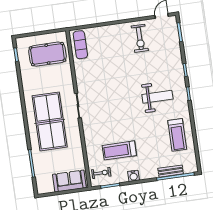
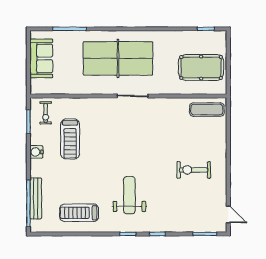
exercise bike: (140, 38) -> (194, 170), moved
pool table: (47, 54) -> (201, 68), turned 90
weight bench: (157, 97) -> (129, 195), turned 180
treadmill: (119, 150) -> (70, 139), turned 180
bench: (171, 171) -> (36, 198), width x1.36
sofa: (69, 181) -> (41, 58), moved

